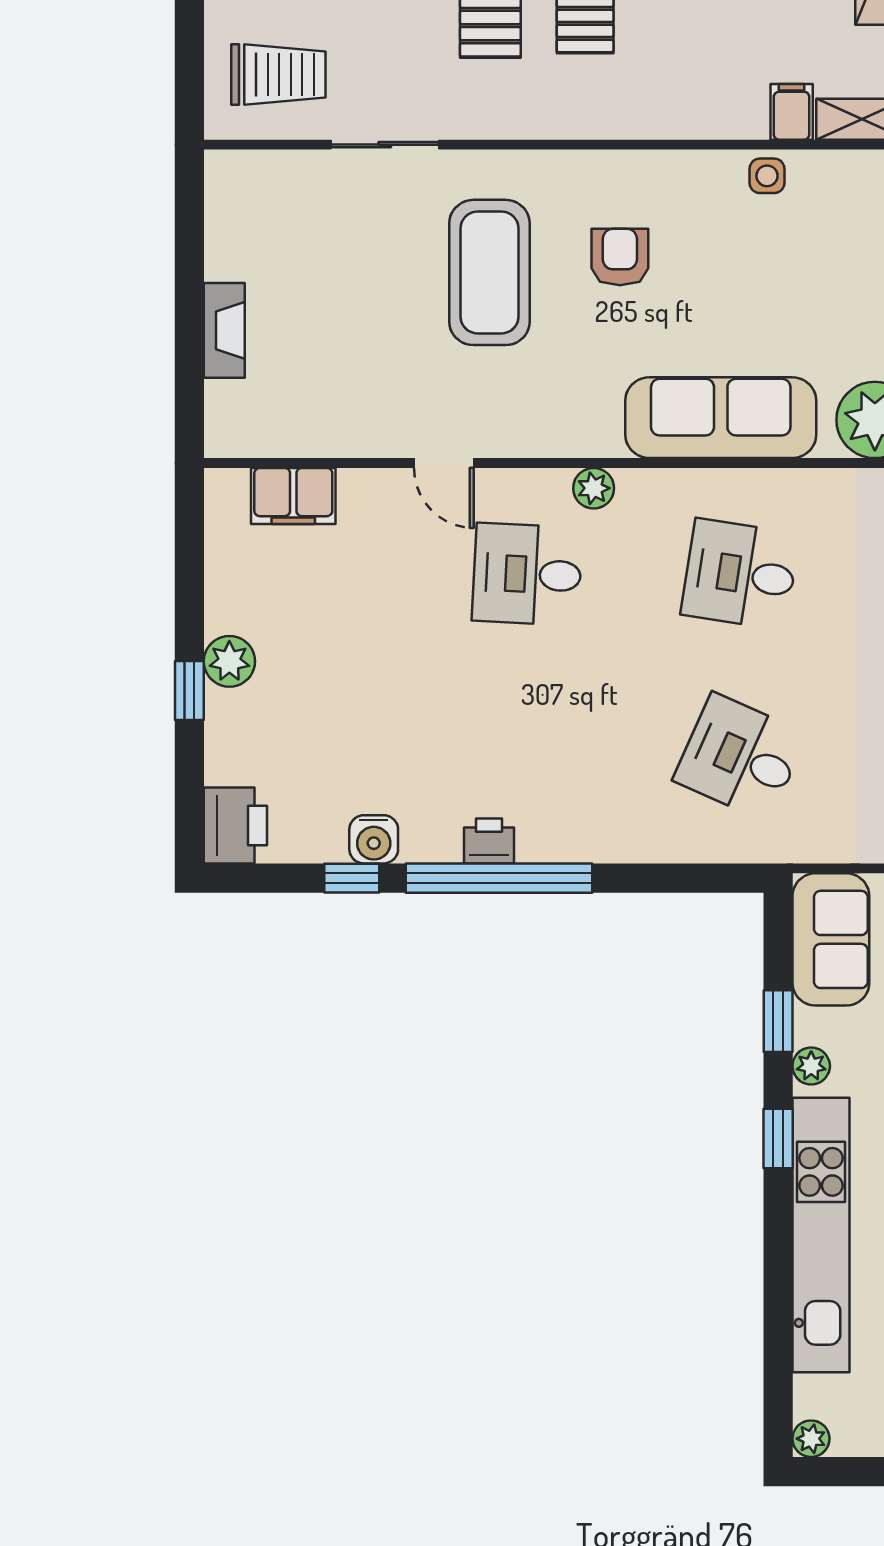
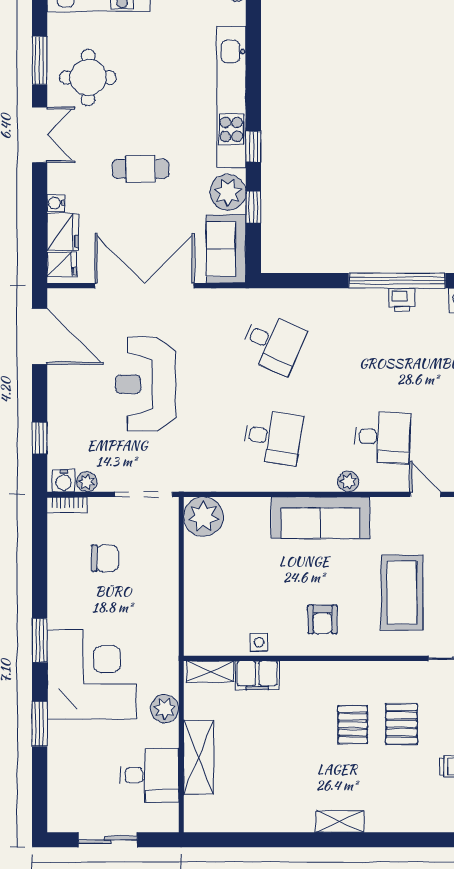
filing cabinet: (792, 112) -> (257, 675), width x2.00
armchair: (620, 257) -> (323, 619), moved
sofa: (721, 418) -> (320, 518), moved
plant: (811, 1066) -> (228, 192), width x1.88, depth x1.88

